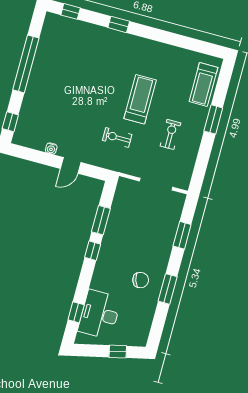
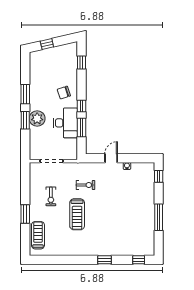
window: (26, 64) -> (159, 217), width x0.68
window: (182, 235) -> (25, 120), moved
plant: (160, 250) -> (37, 118), added
chair: (141, 280) -> (64, 93), moved
desk: (100, 314) -> (66, 123), moved

